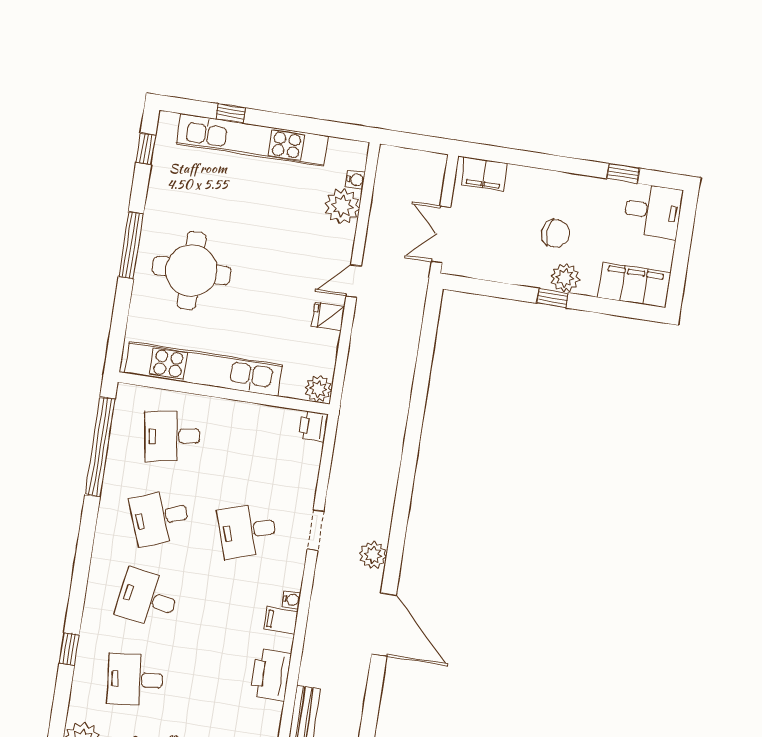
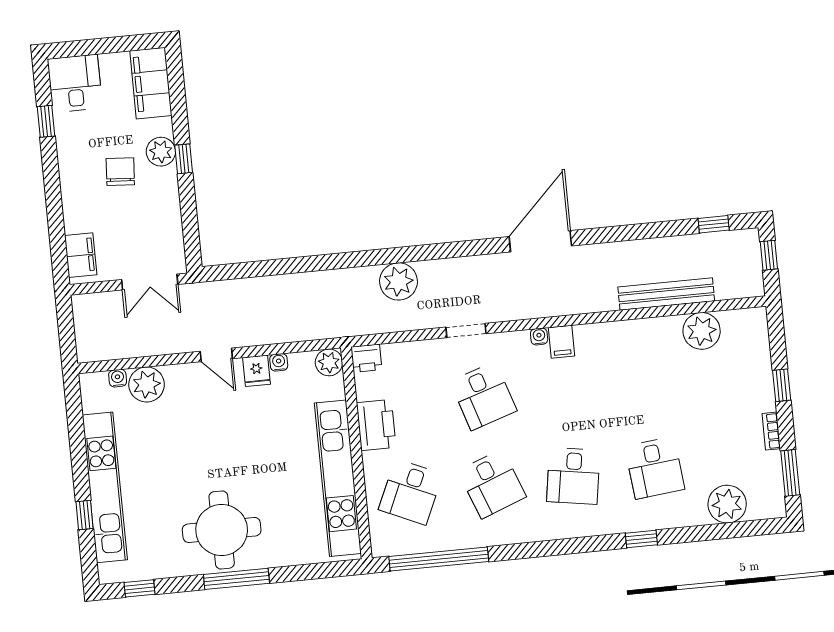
round table: (192, 270) -> (222, 530), moved
water cooler: (331, 340) -> (279, 362), added
desk: (172, 436) -> (411, 492), turned 33
plant: (373, 555) -> (398, 281), moved, width x1.36, depth x1.36
printer: (271, 675) -> (376, 425), moved, turned -90

